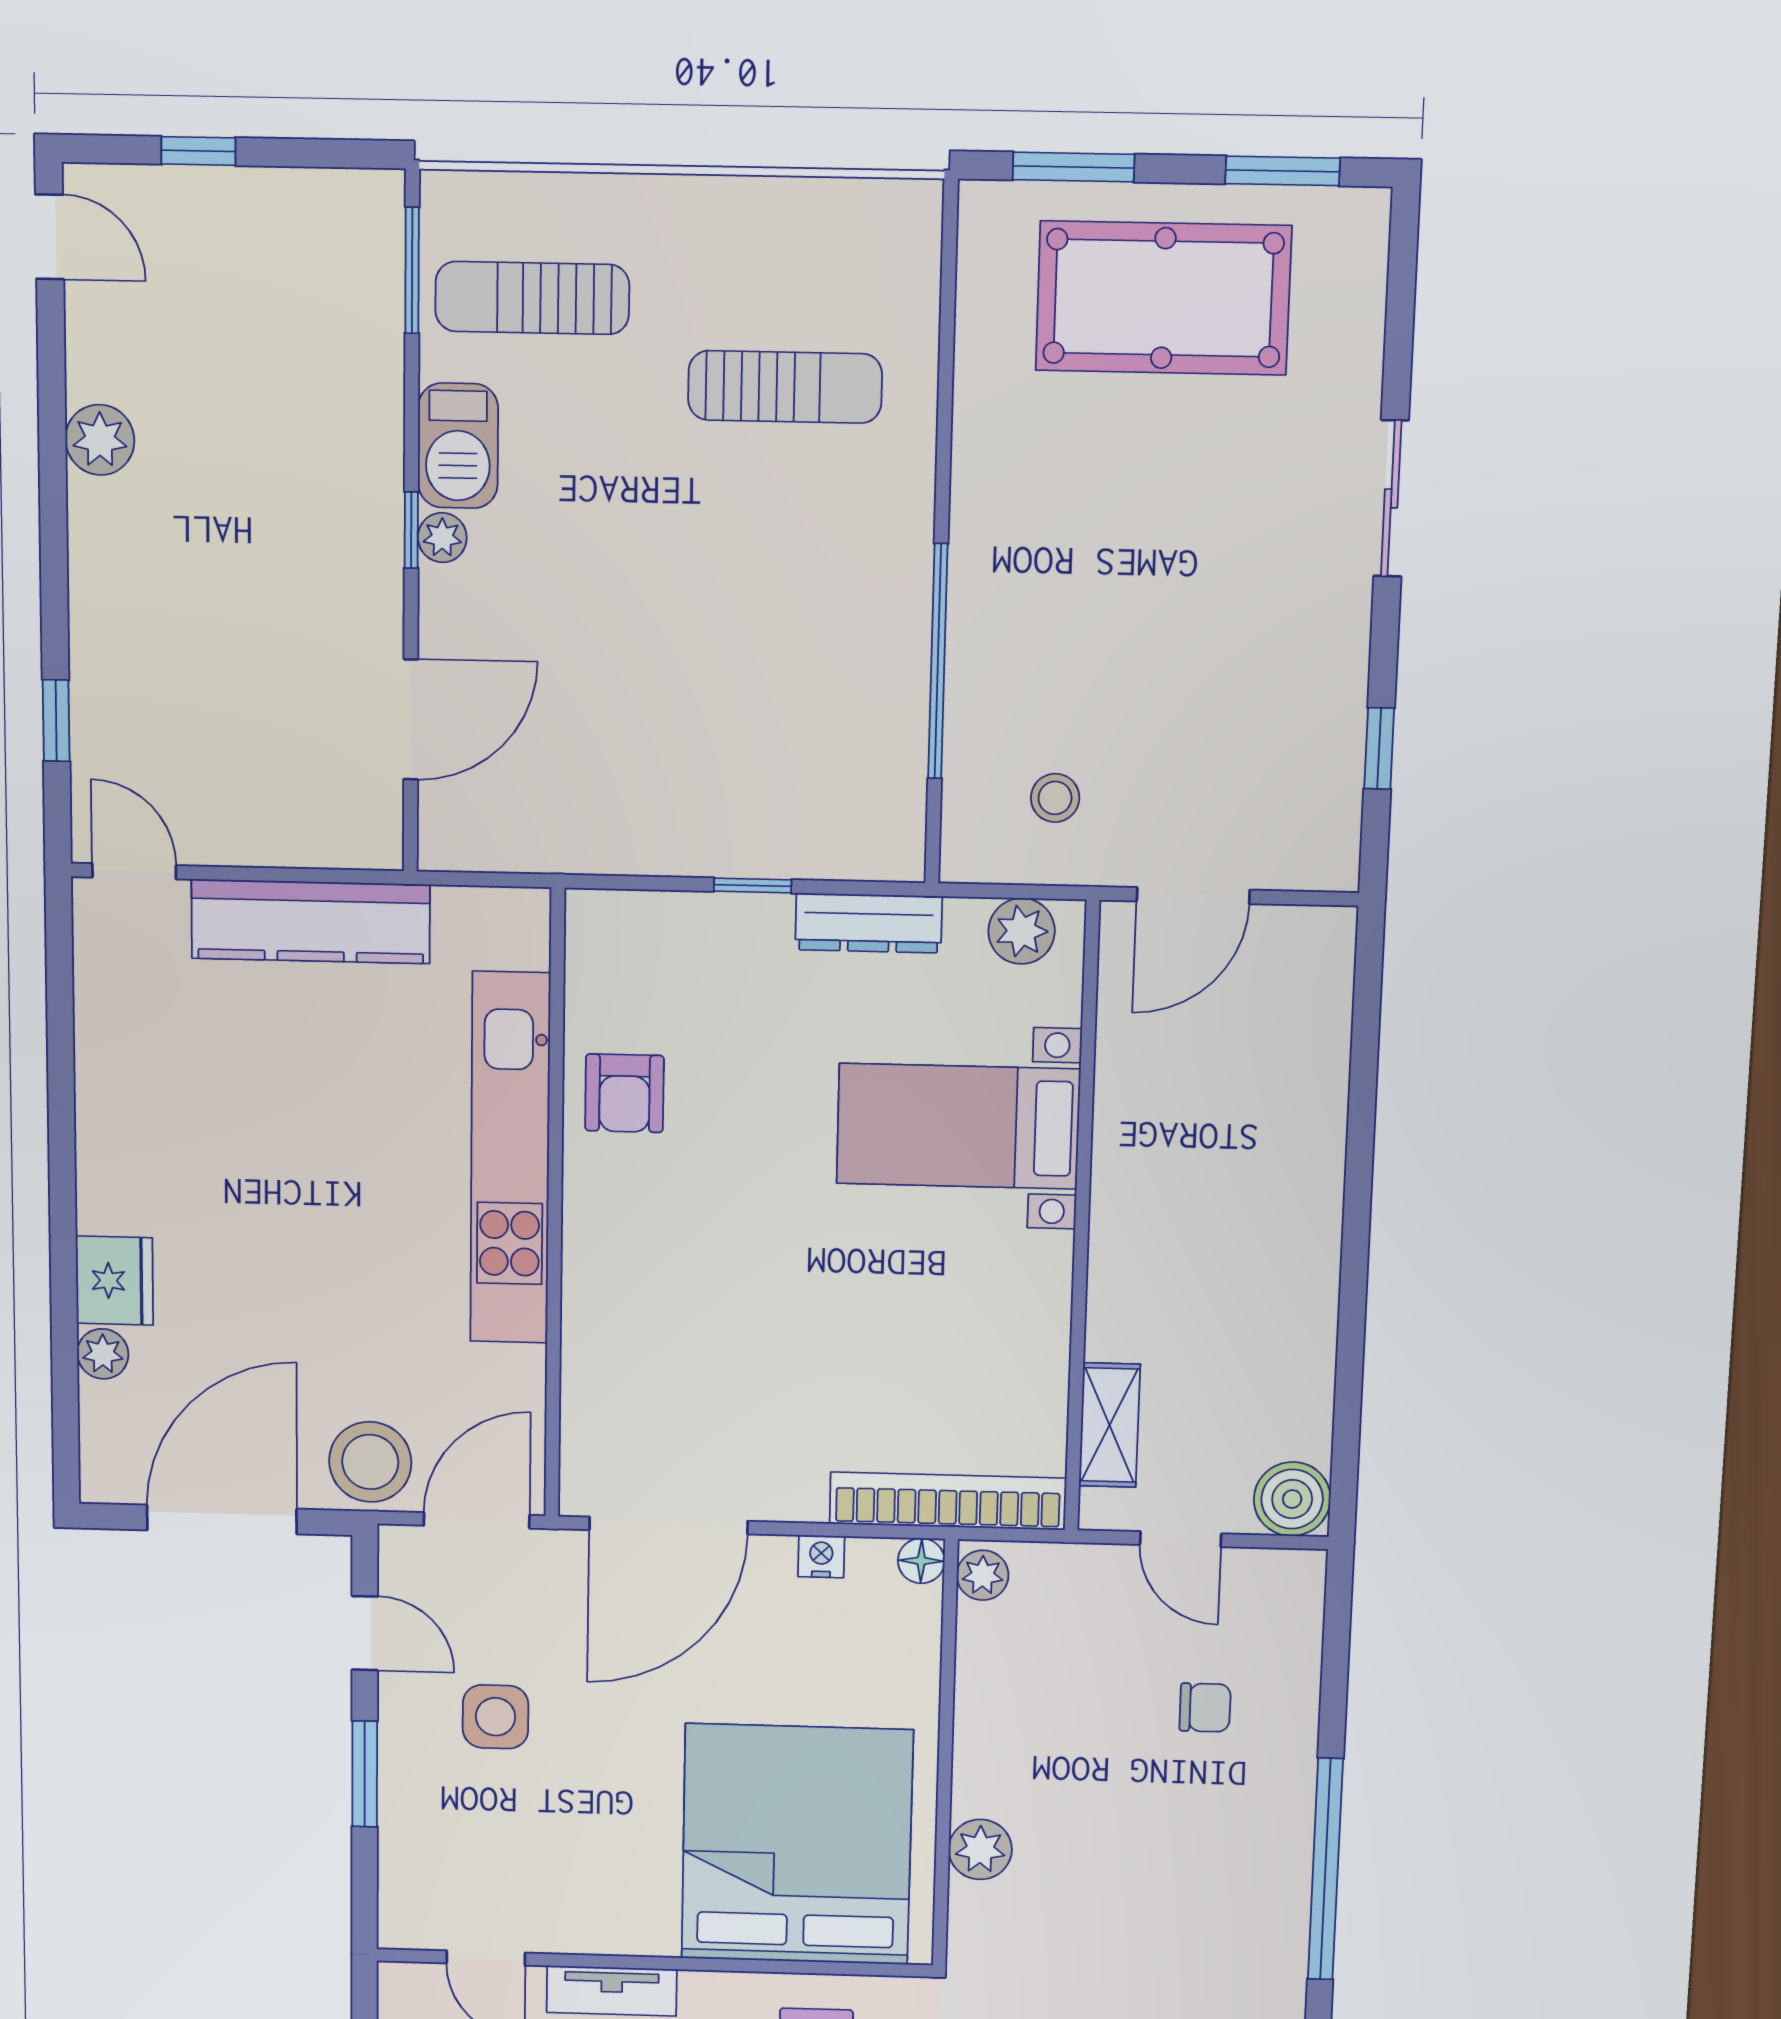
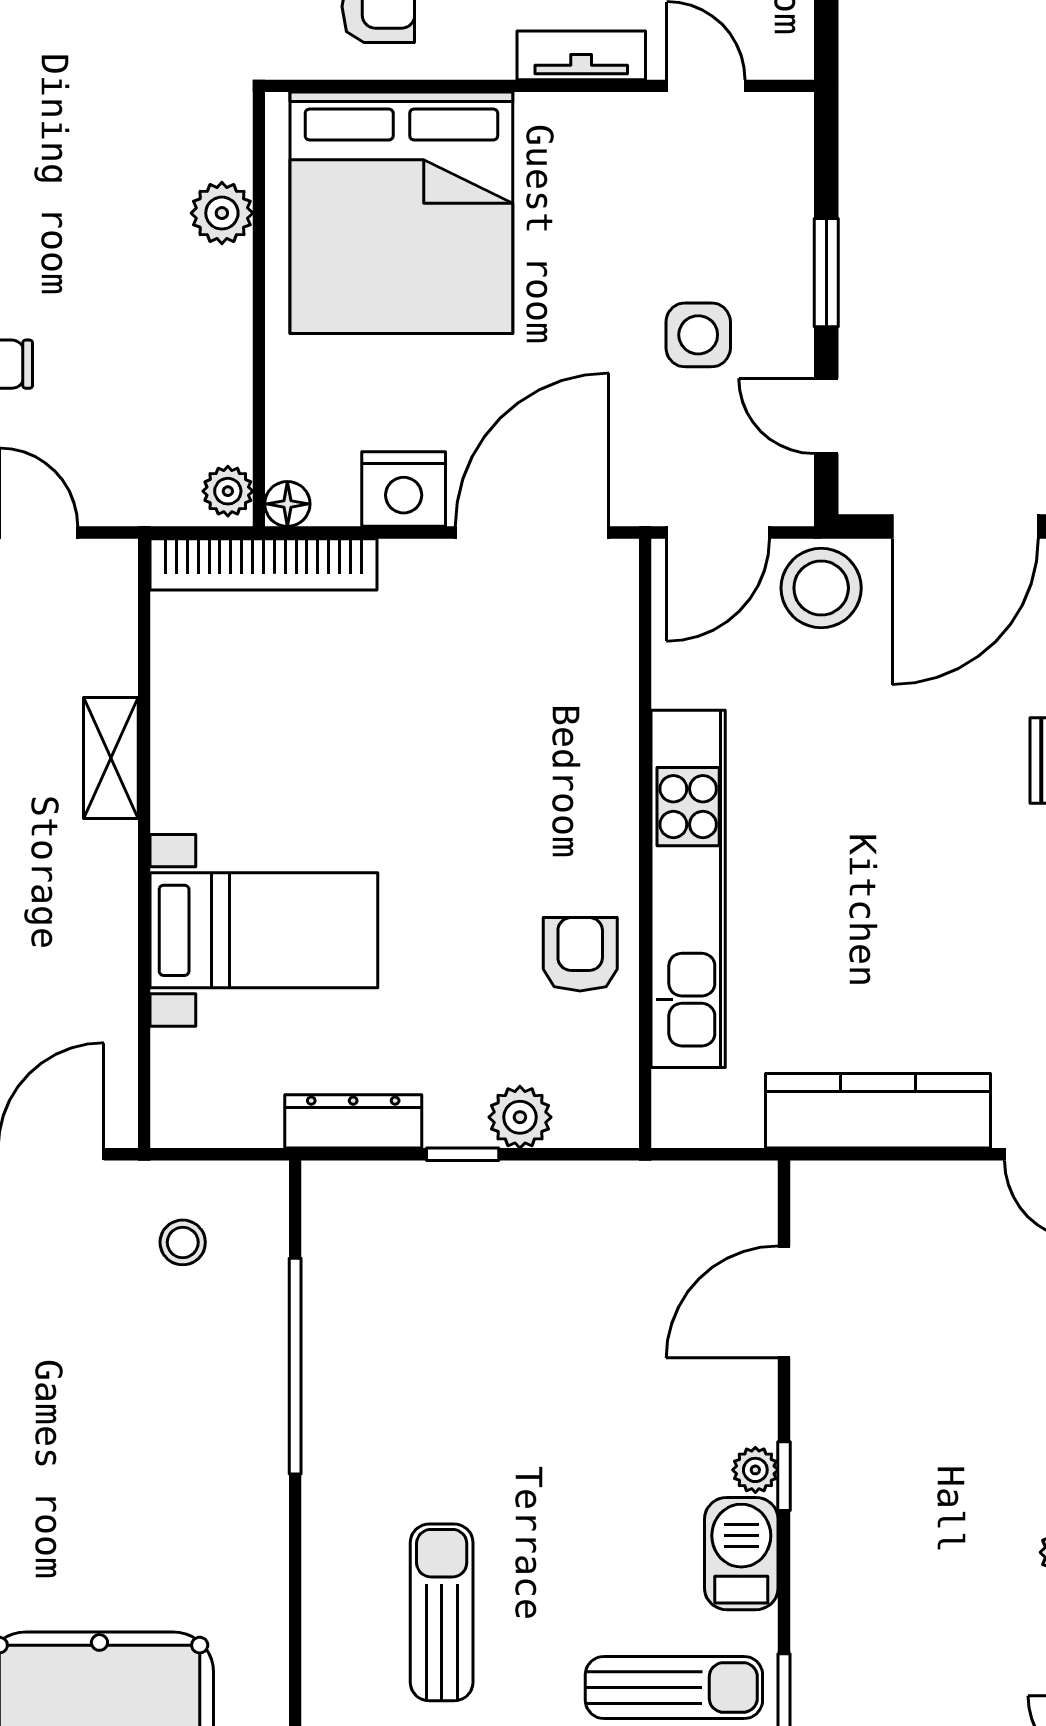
sun lounger: (785, 387) -> (442, 1612), turned 90
plant: (1022, 931) -> (520, 1117), moved
shelving: (1110, 1425) -> (111, 758), moved
nightstand: (821, 1556) -> (404, 489), width x1.89, depth x1.79

